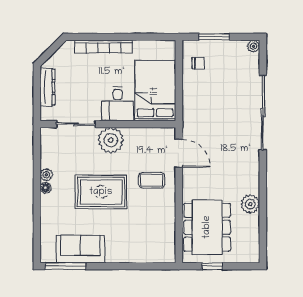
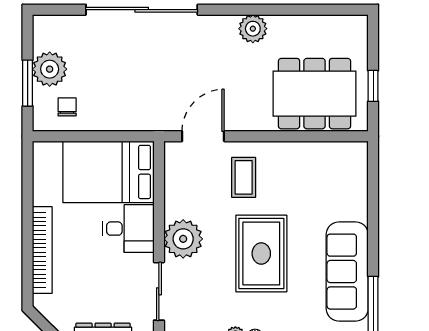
plant: (253, 46) -> (50, 69), moved, width x1.88, depth x1.88
plant: (250, 204) -> (253, 29), moved
sofa: (80, 249) -> (347, 272), width x1.36

